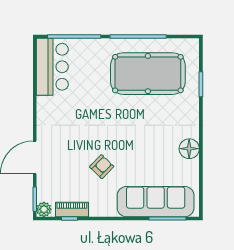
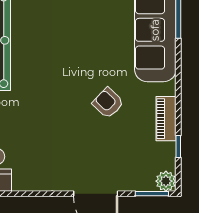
piano: (72, 209) -> (166, 119), moved

